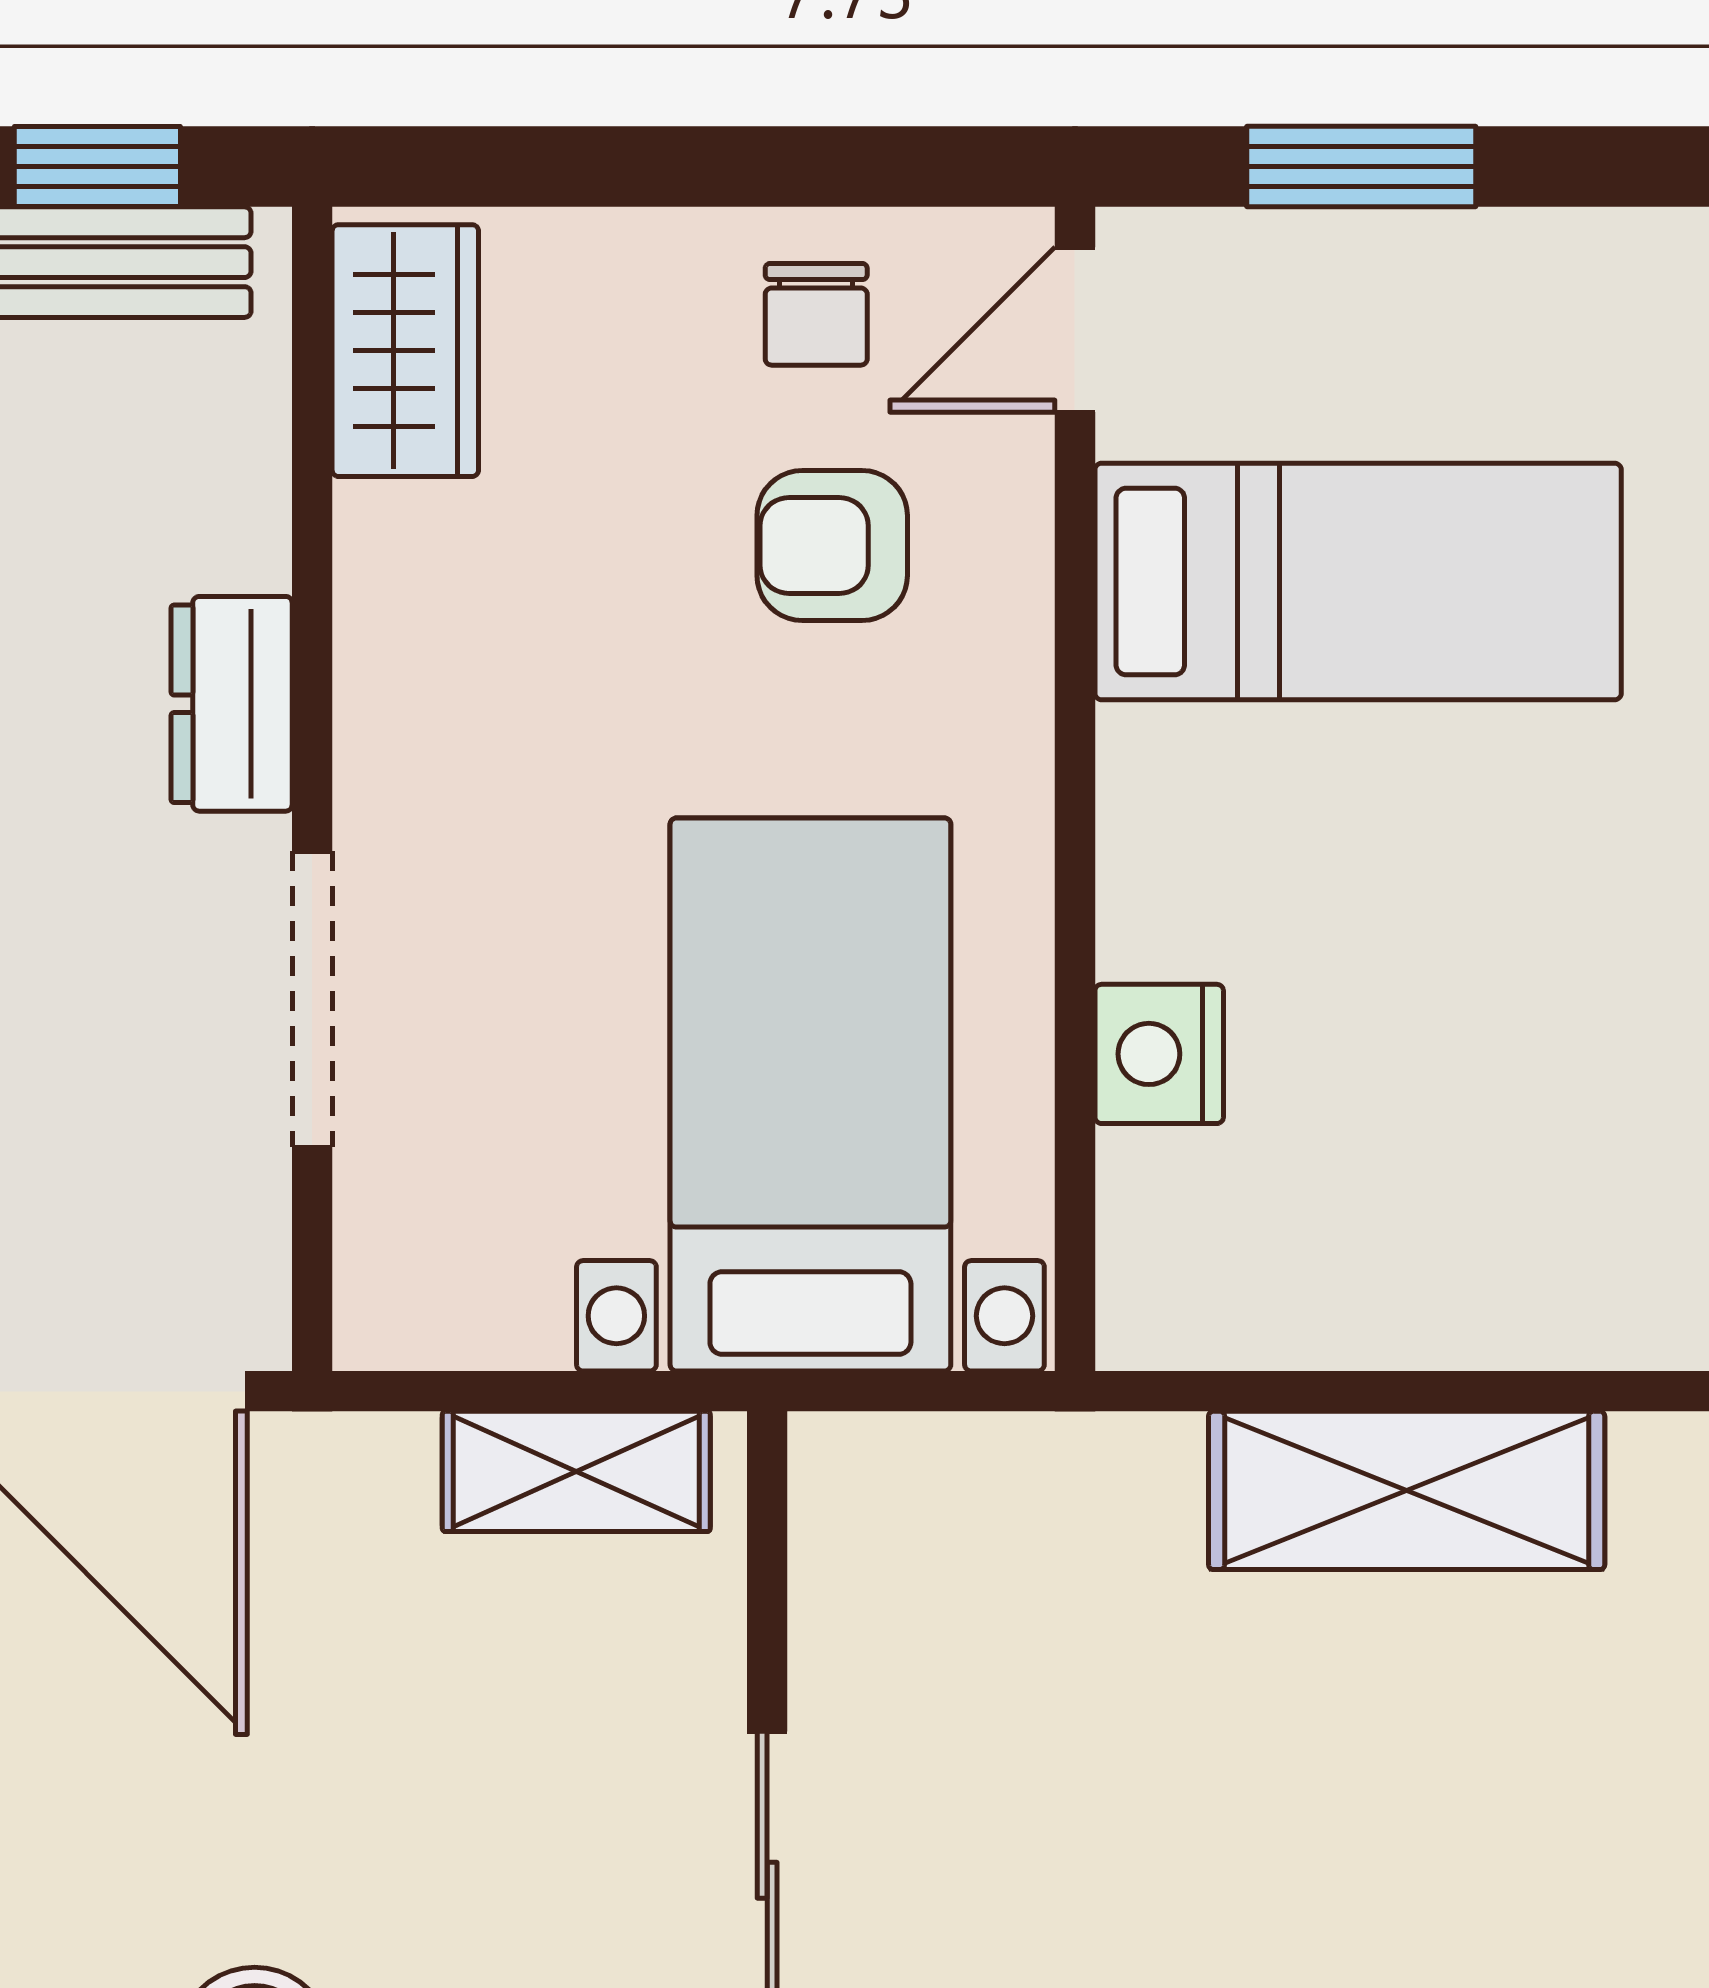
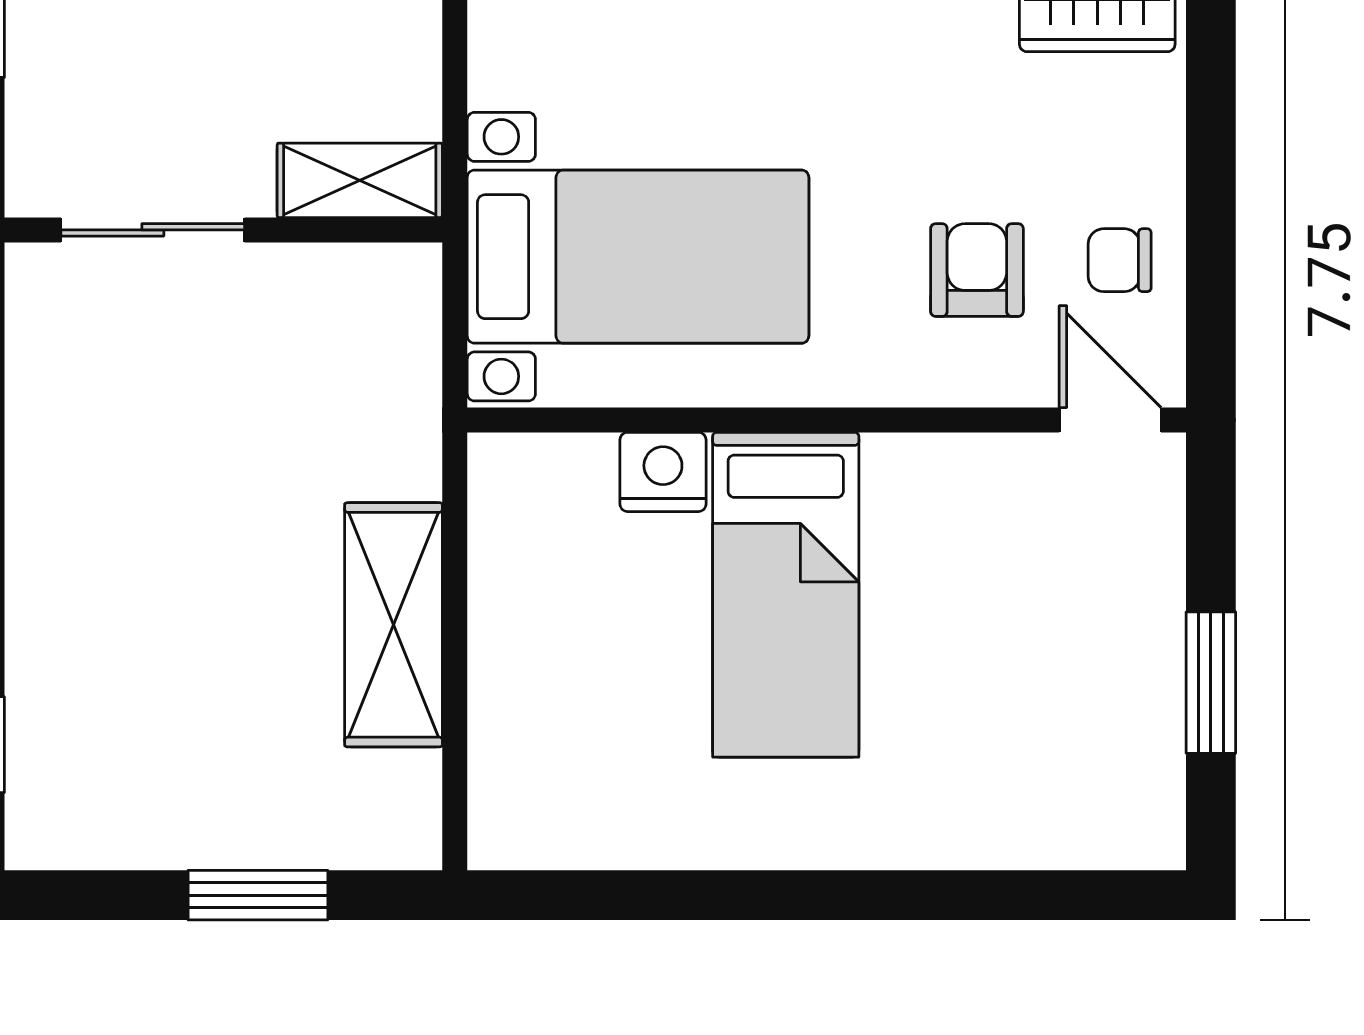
window: (1361, 167) -> (1211, 683), moved
bed: (1358, 582) -> (786, 595), moved
shelving: (576, 1471) -> (360, 180), moved, turned 90

